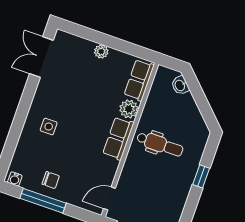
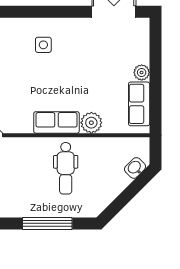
row of seats: (139, 80) -> (139, 104), moved, turned -90
window: (201, 176) -> (47, 223), width x2.17

